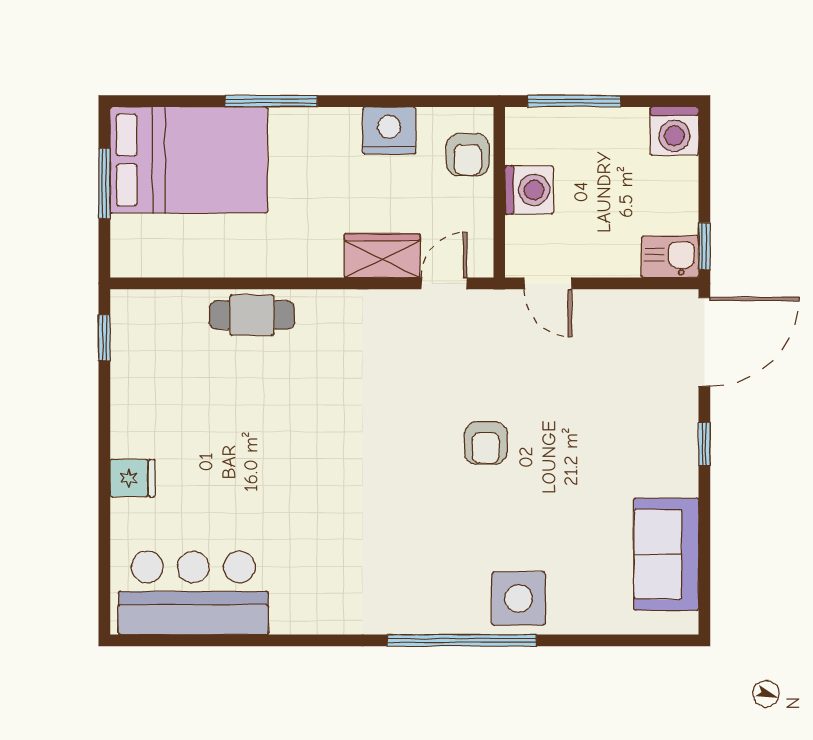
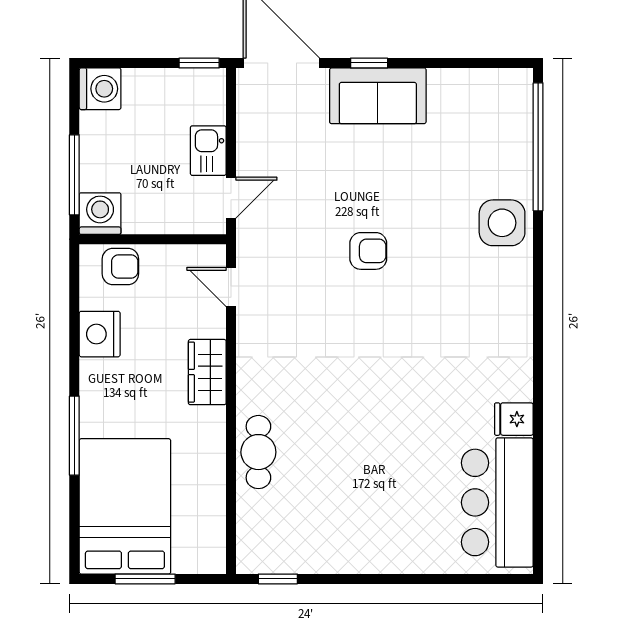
washing machine: (529, 190) -> (100, 214), moved
wardrobe: (382, 256) -> (207, 372), moved
kitchen sink: (670, 257) -> (208, 151), moved
fridge: (132, 478) -> (514, 419), moved, turned -90
sofa: (666, 554) -> (378, 96), moved
window: (462, 640) -> (538, 147), moved

